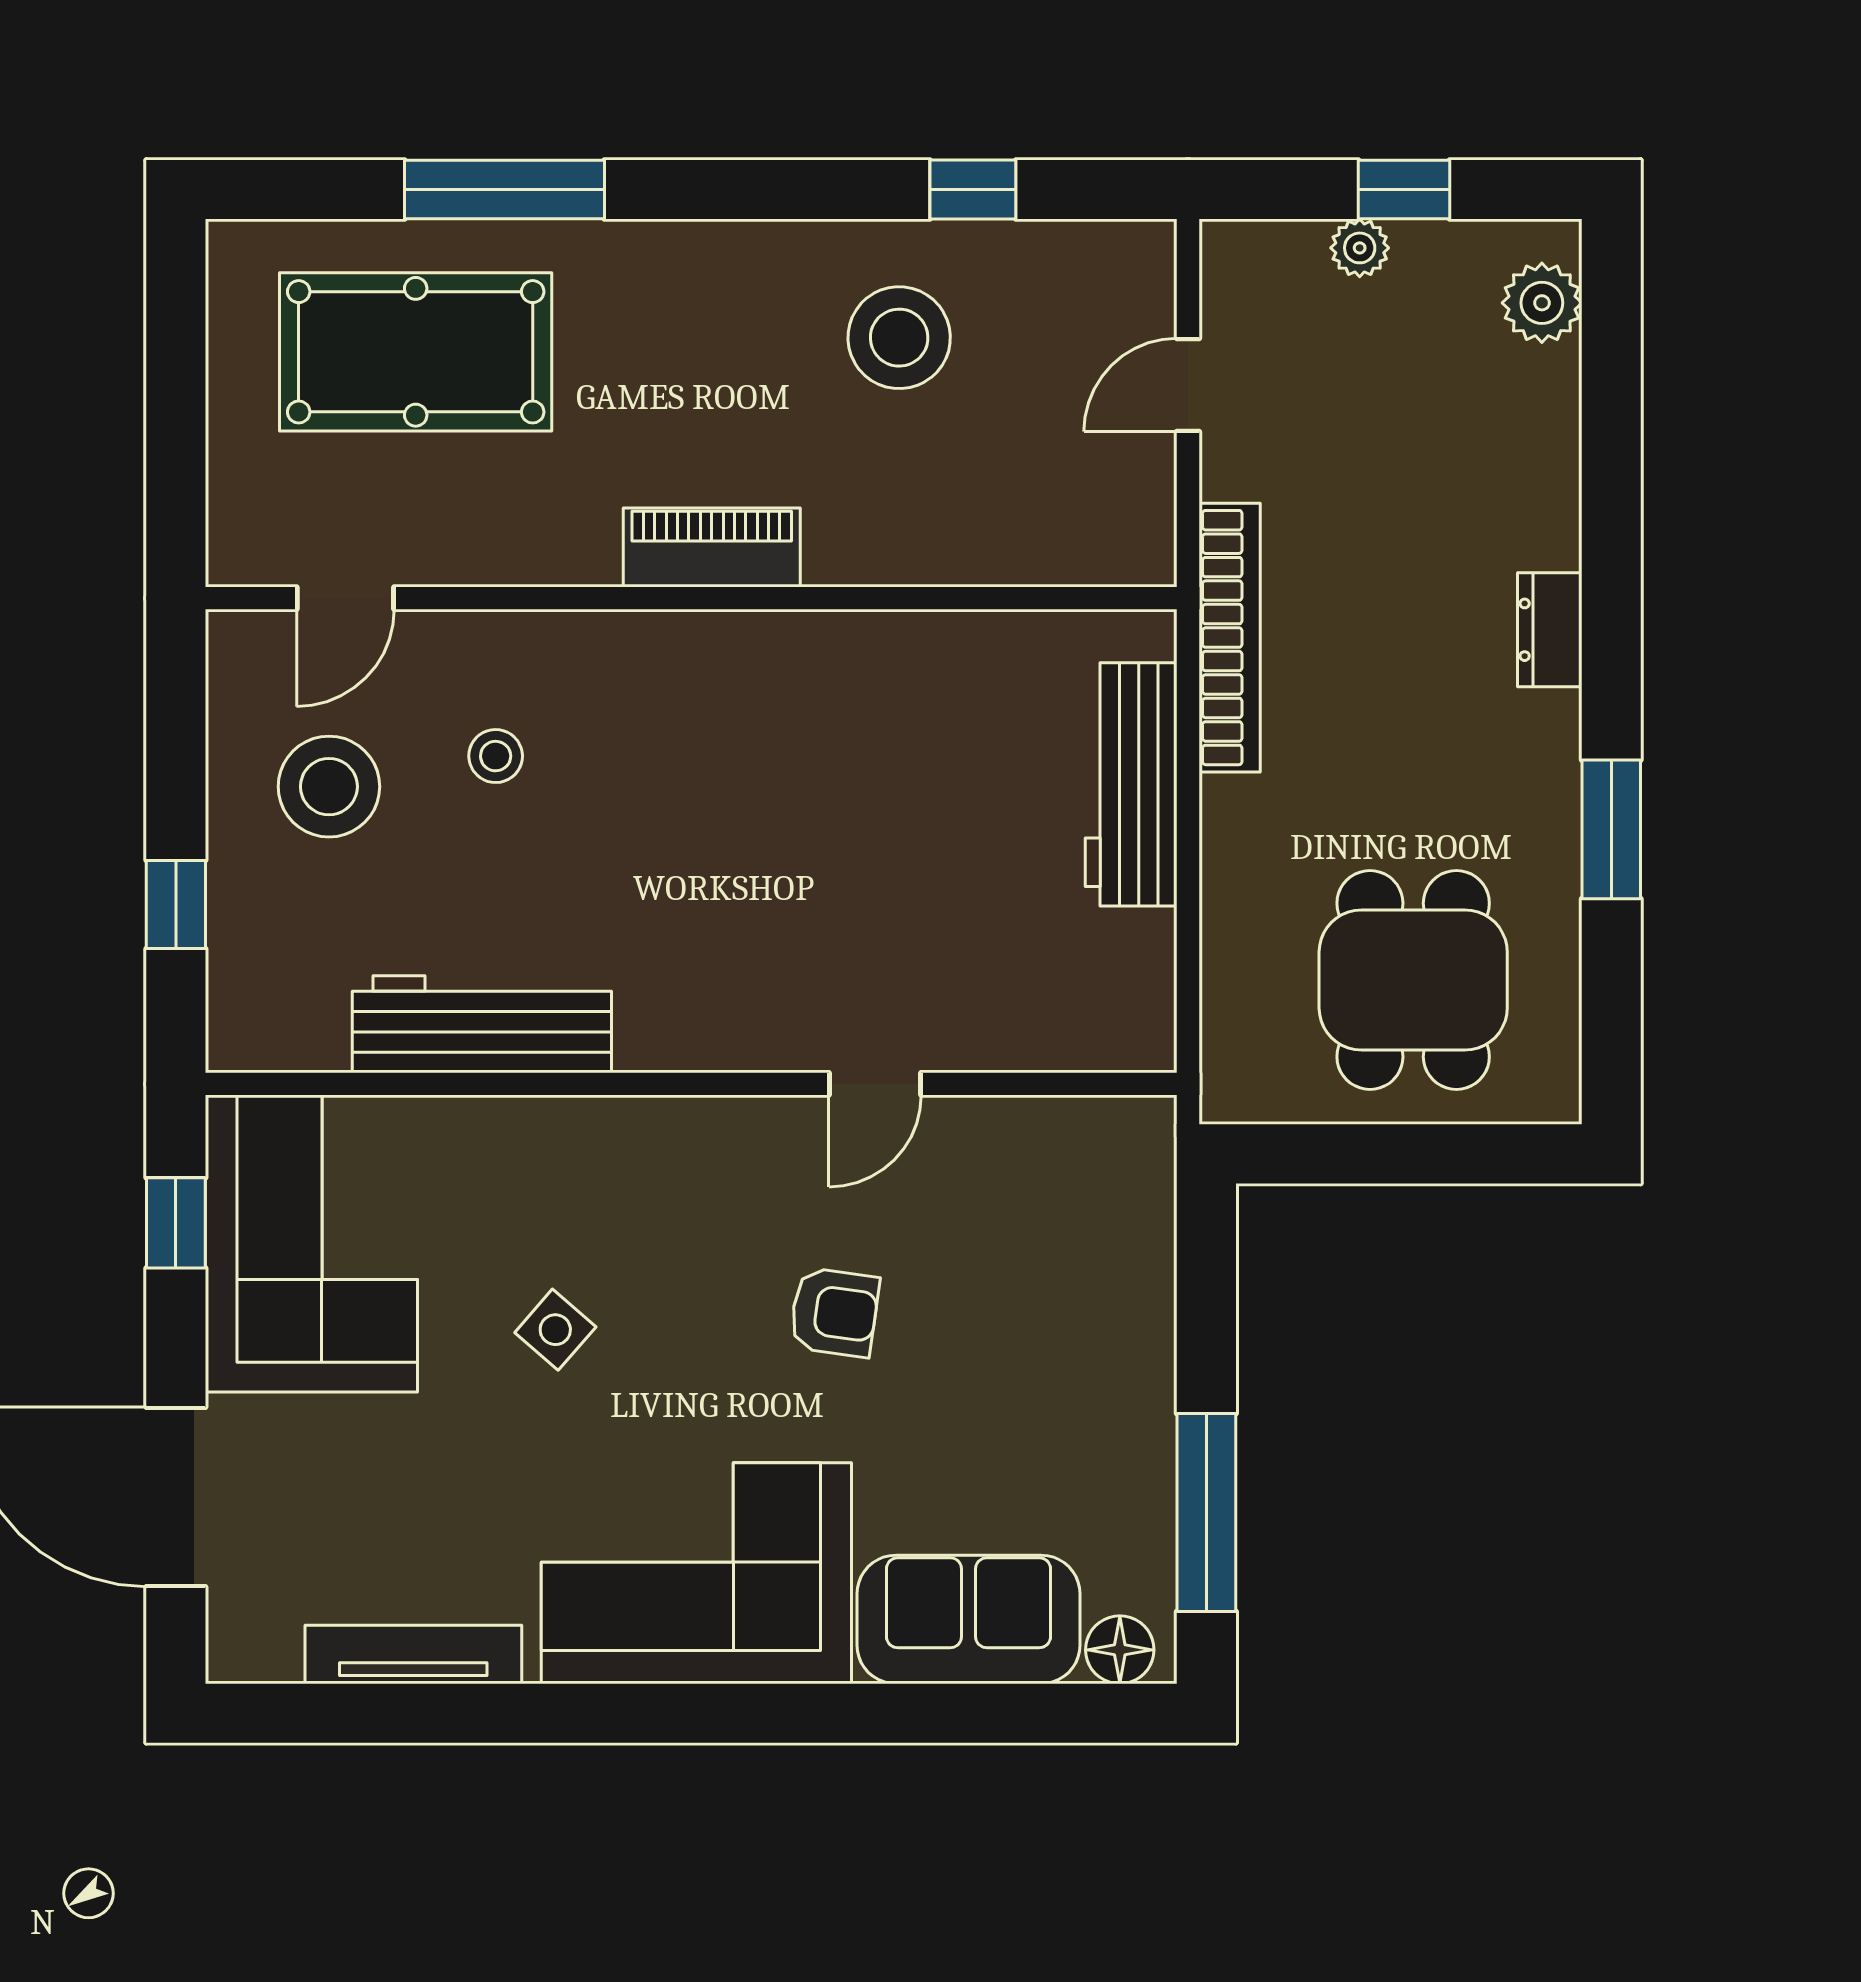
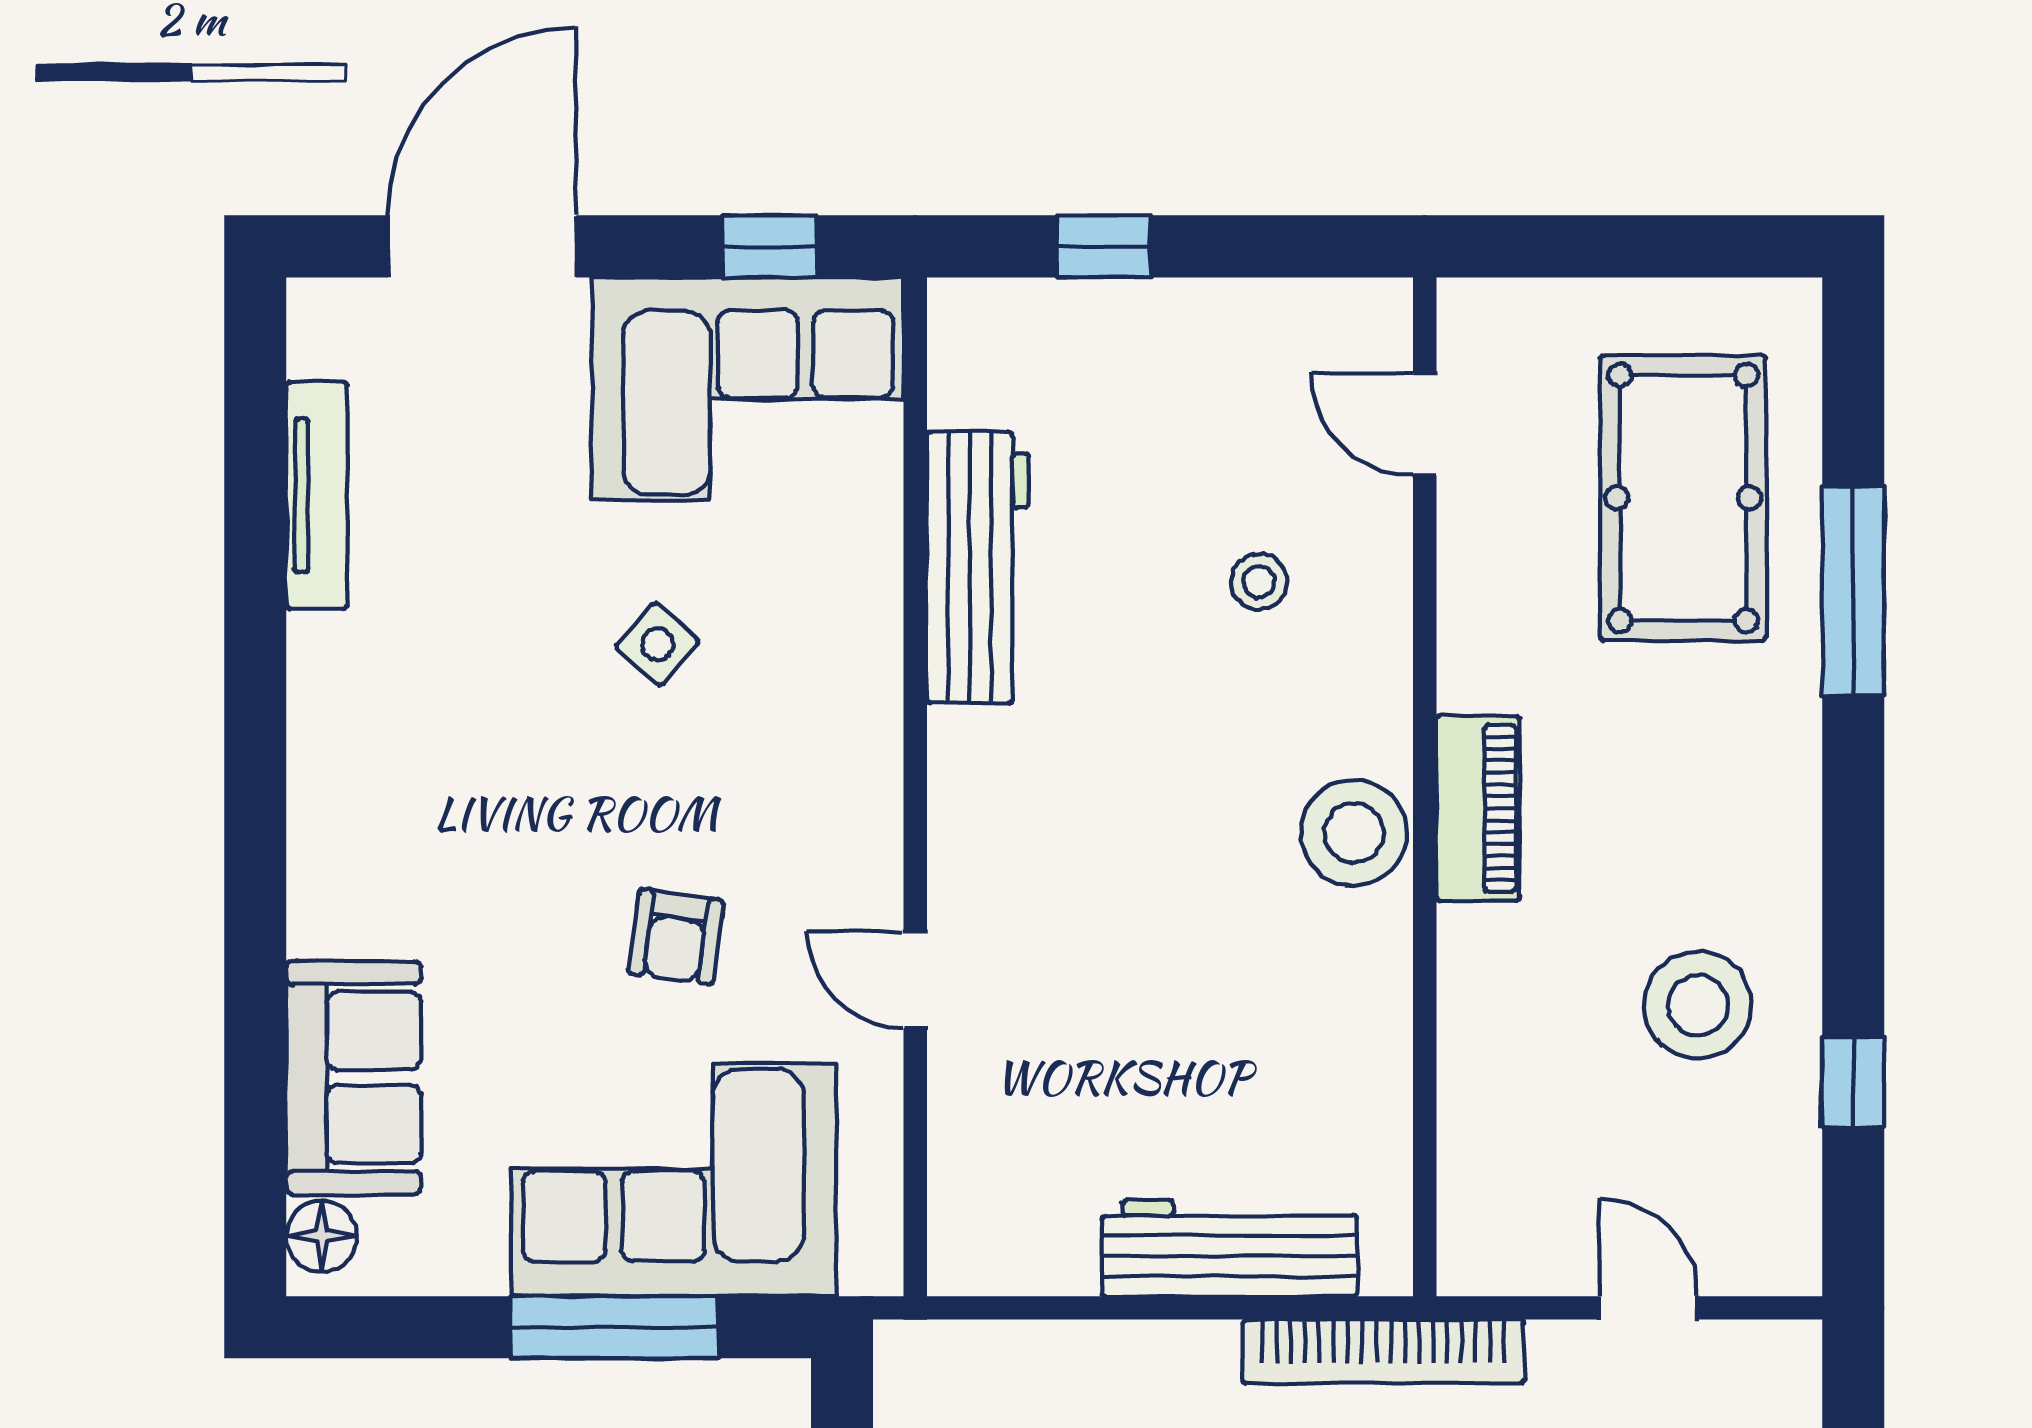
stool: (329, 787) -> (1354, 833), moved
window: (1206, 1512) -> (614, 1327), moved
corner sofa: (696, 1573) -> (674, 1180), moved, turned -90

